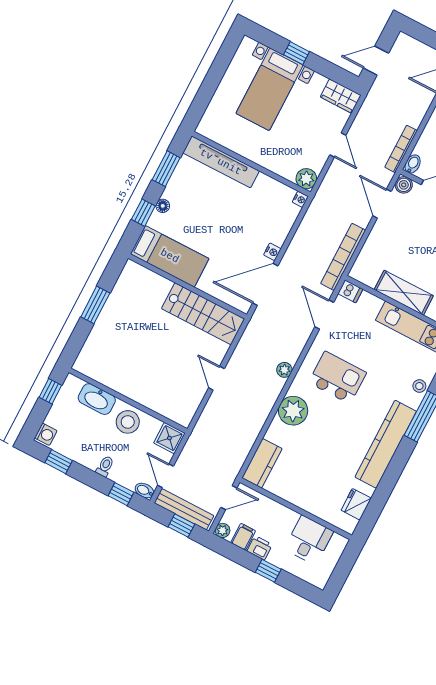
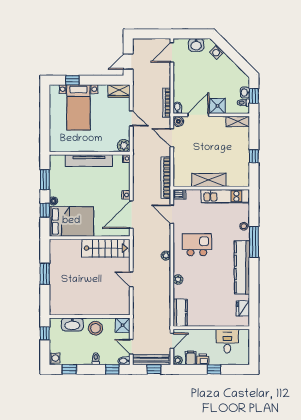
window: (296, 53) -> (72, 80), moved
tv unit: (221, 162) -> (89, 161), moved
bed: (170, 256) -> (71, 221), width x1.50
plant: (293, 411) -> (178, 279), width x0.53, depth x0.53

